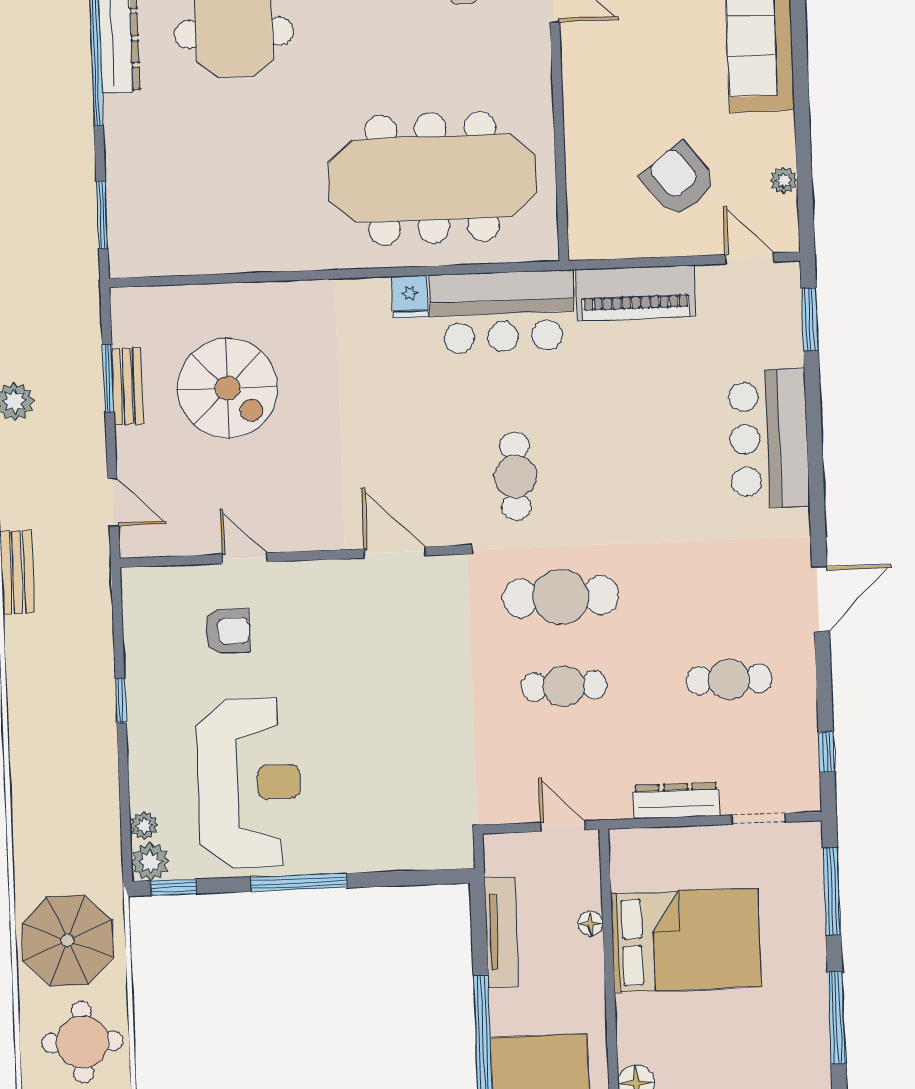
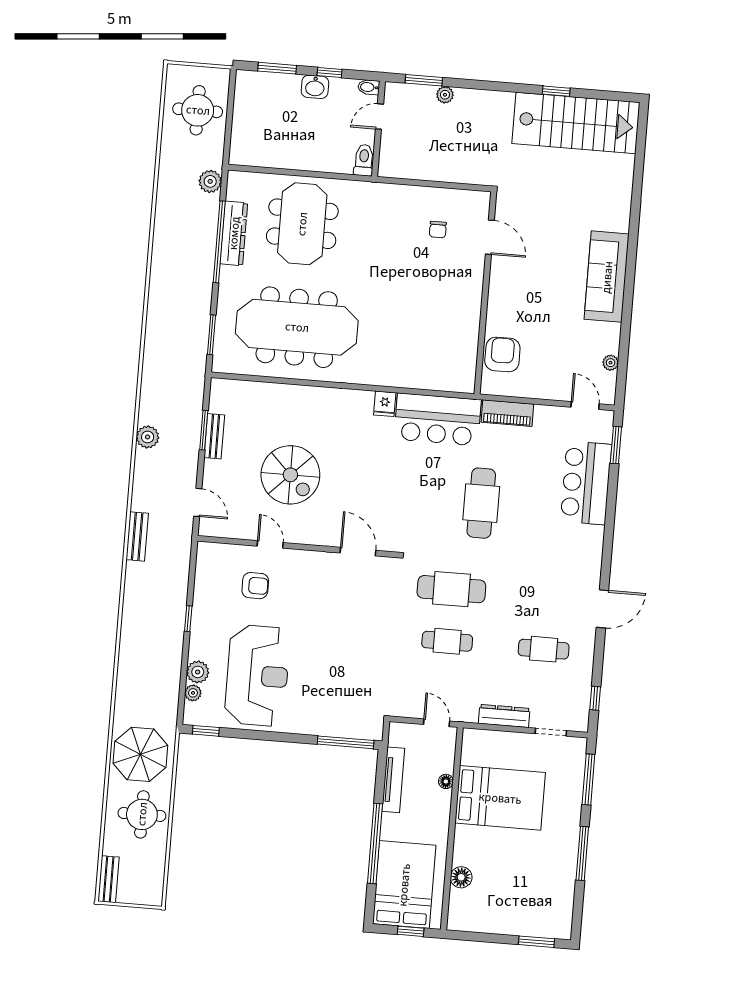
meeting table: (432, 178) -> (297, 327), moved
armchair: (679, 180) -> (502, 354), moved, turned 38
piano: (636, 293) -> (507, 413), width x0.73, depth x0.75
spiral stairs: (228, 388) -> (290, 475), moved
bar counter: (769, 438) -> (586, 483), moved
cafe table: (516, 477) -> (481, 503), moved, width x1.37, depth x1.35
plant: (150, 862) -> (198, 672), moved
window: (299, 882) -> (346, 742), moved

